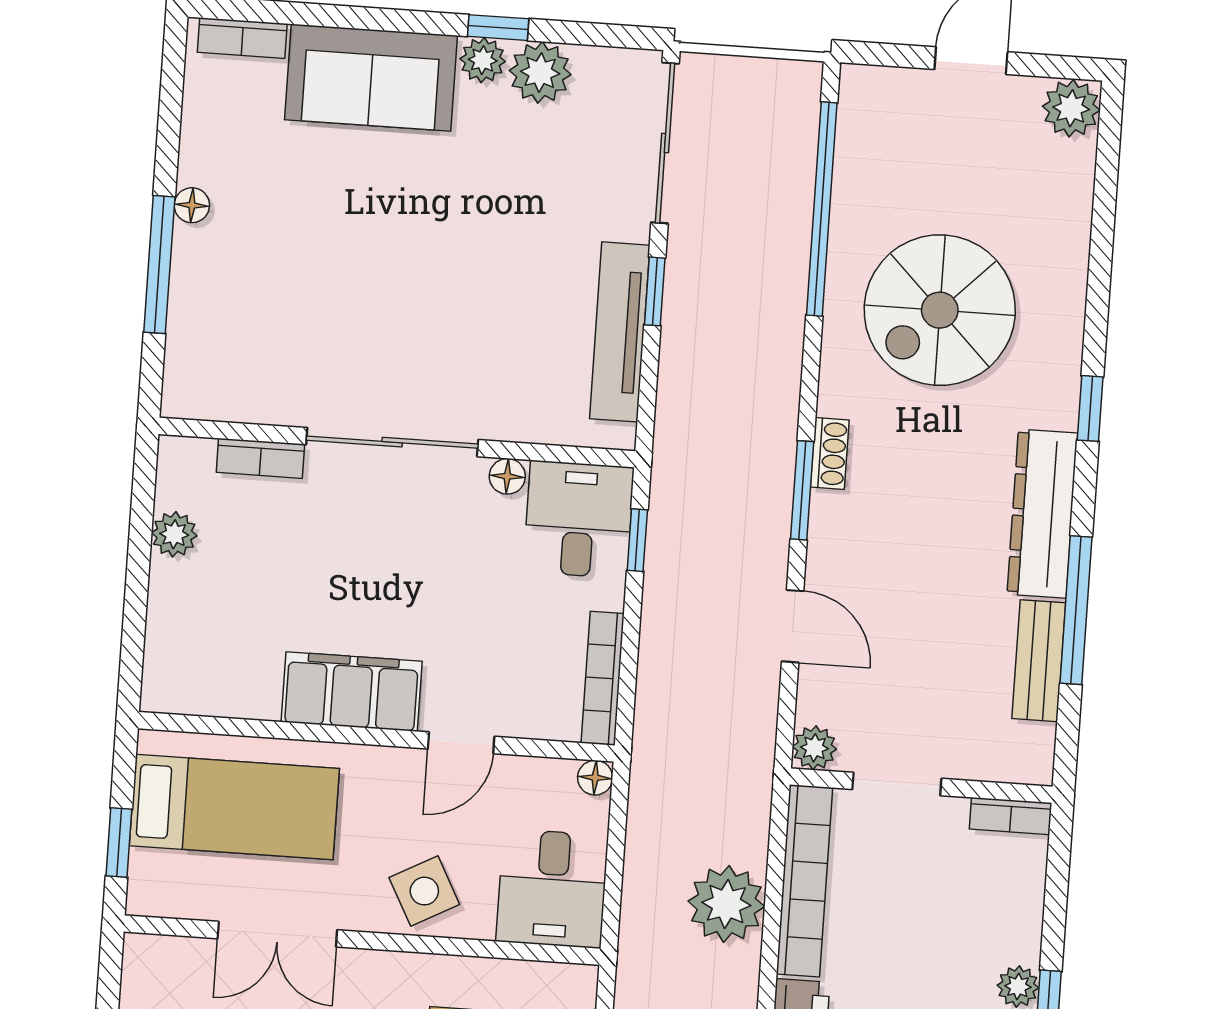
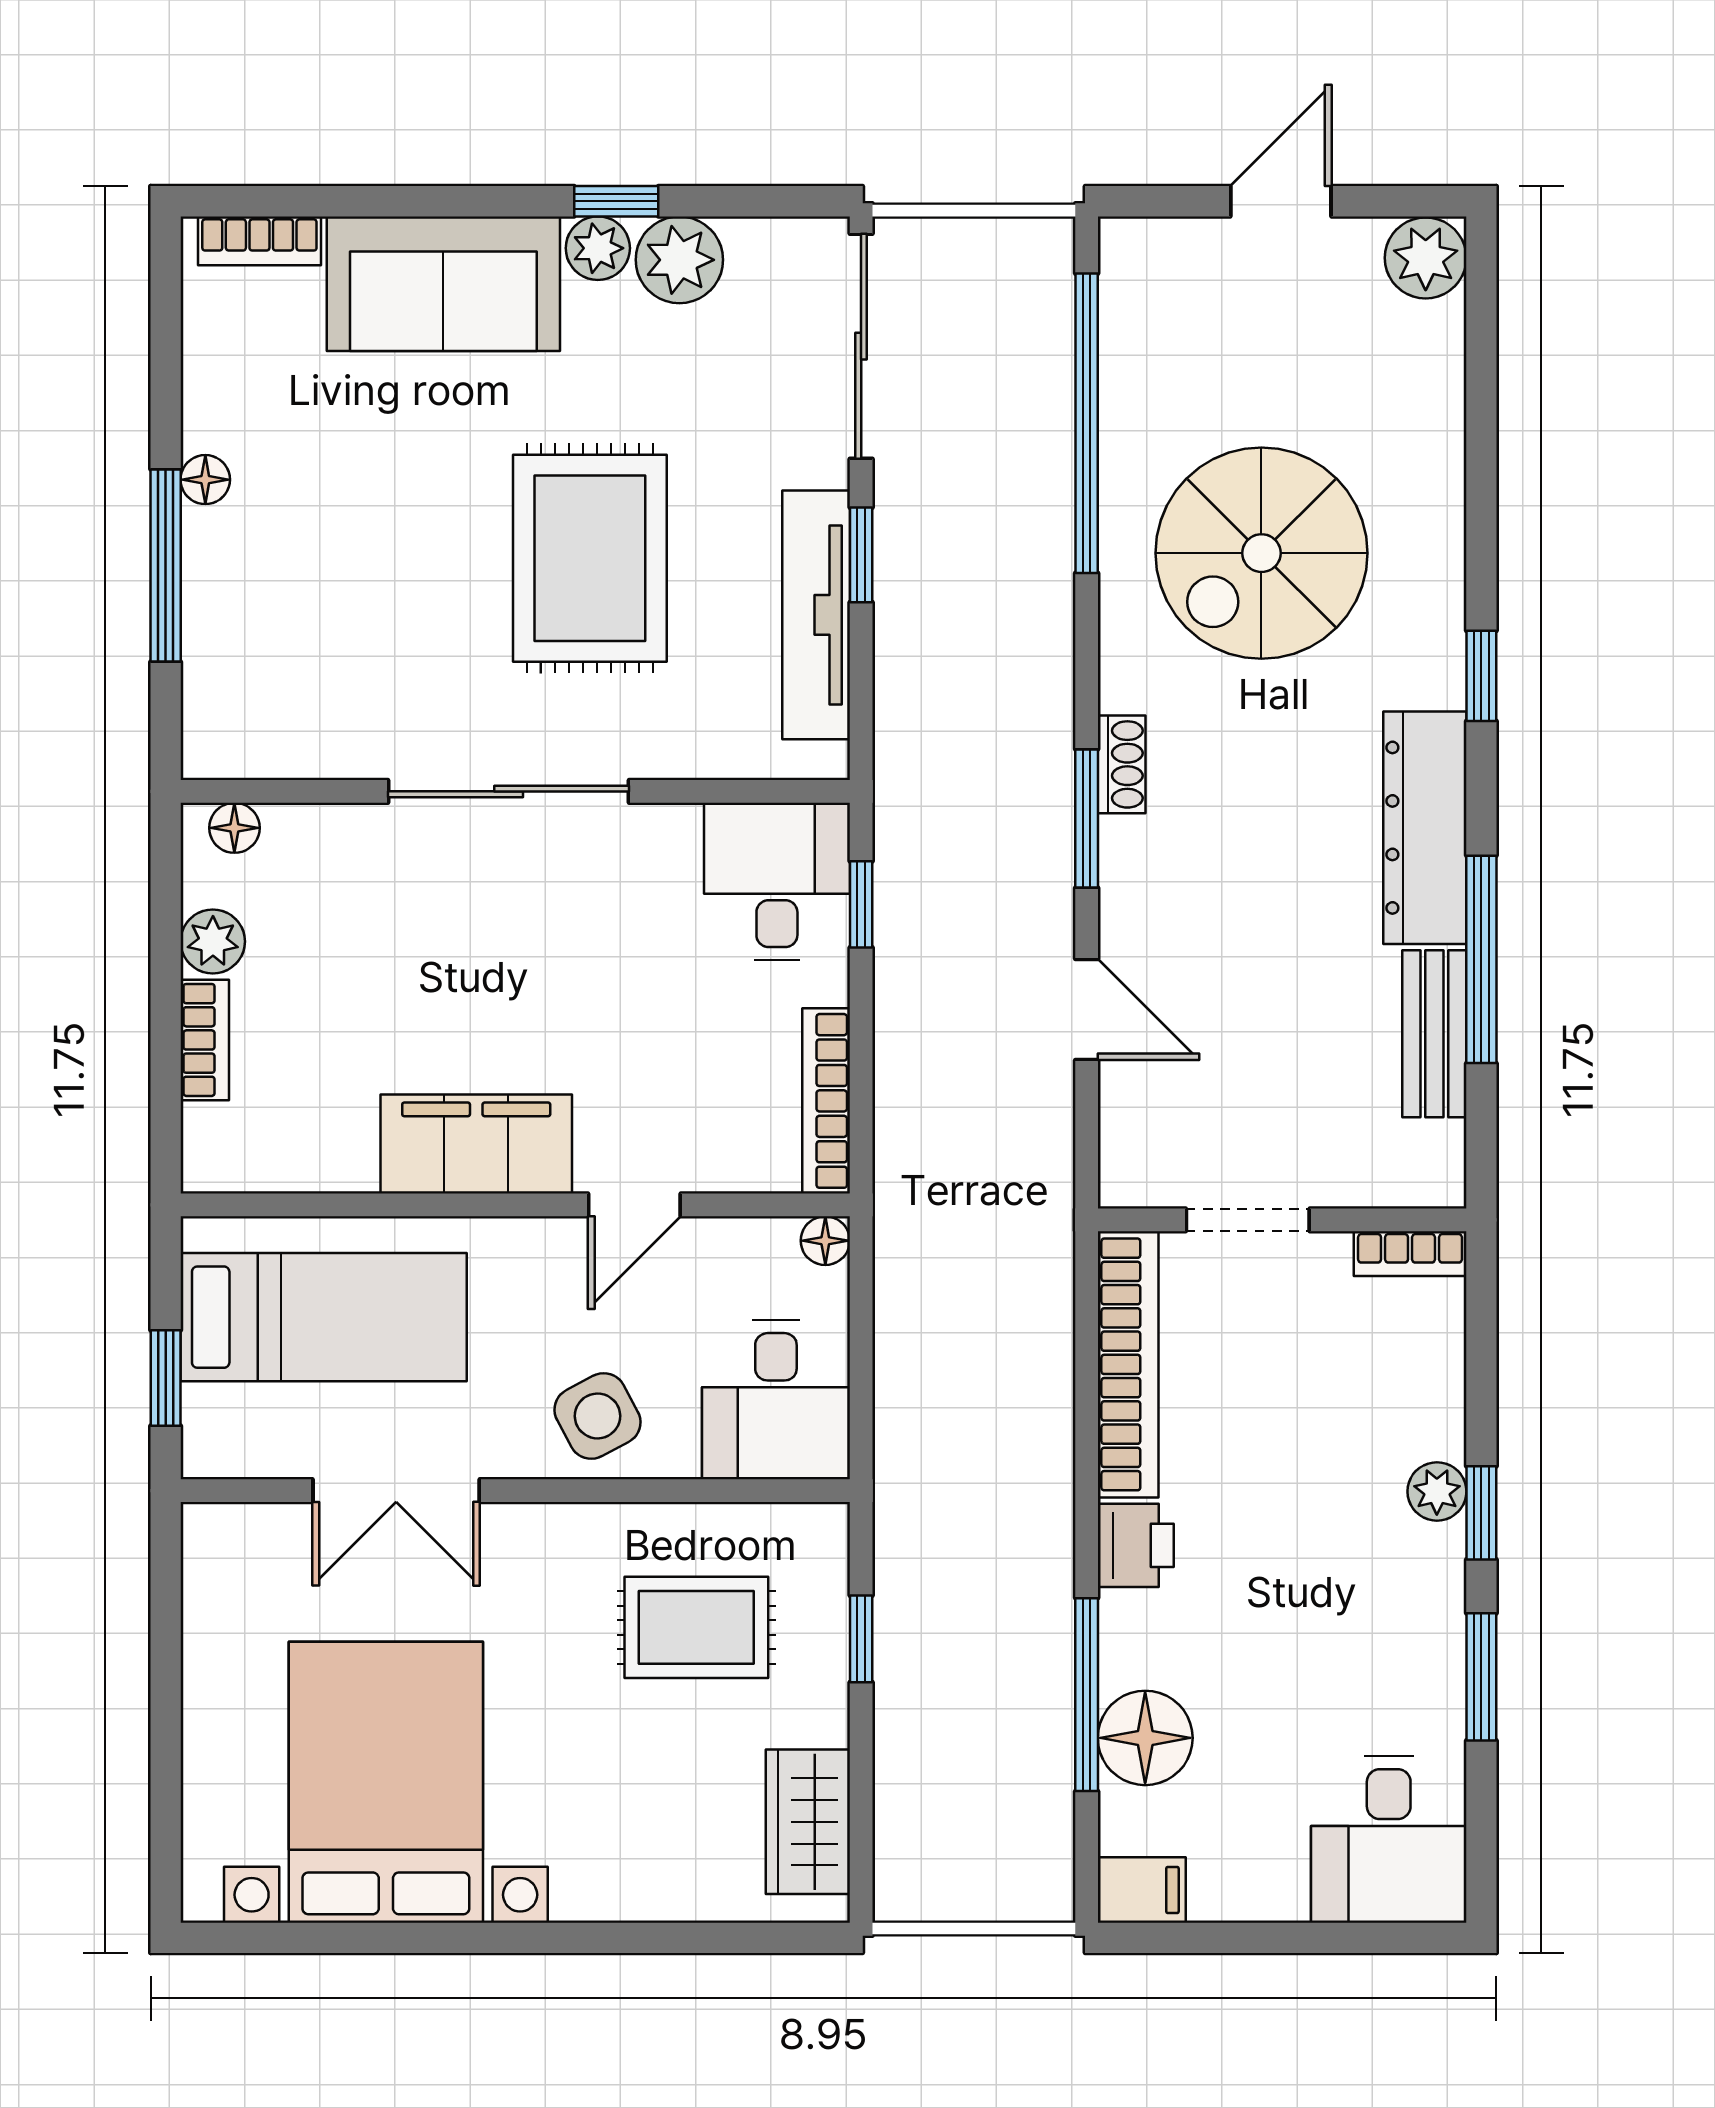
rug: (462, 280) -> (590, 558), added
bookcase: (260, 458) -> (205, 1040), moved, turned -90
floor lamp: (507, 476) -> (234, 828), moved
plant: (814, 748) -> (1129, 1177), removed
plant: (726, 904) -> (1021, 1404), removed

